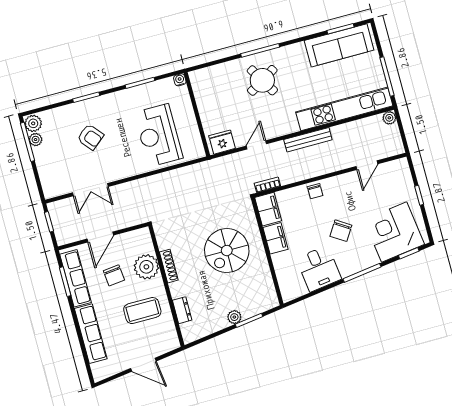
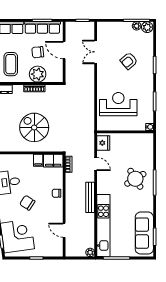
filing cabinet: (275, 238) -> (38, 160), width x0.50

